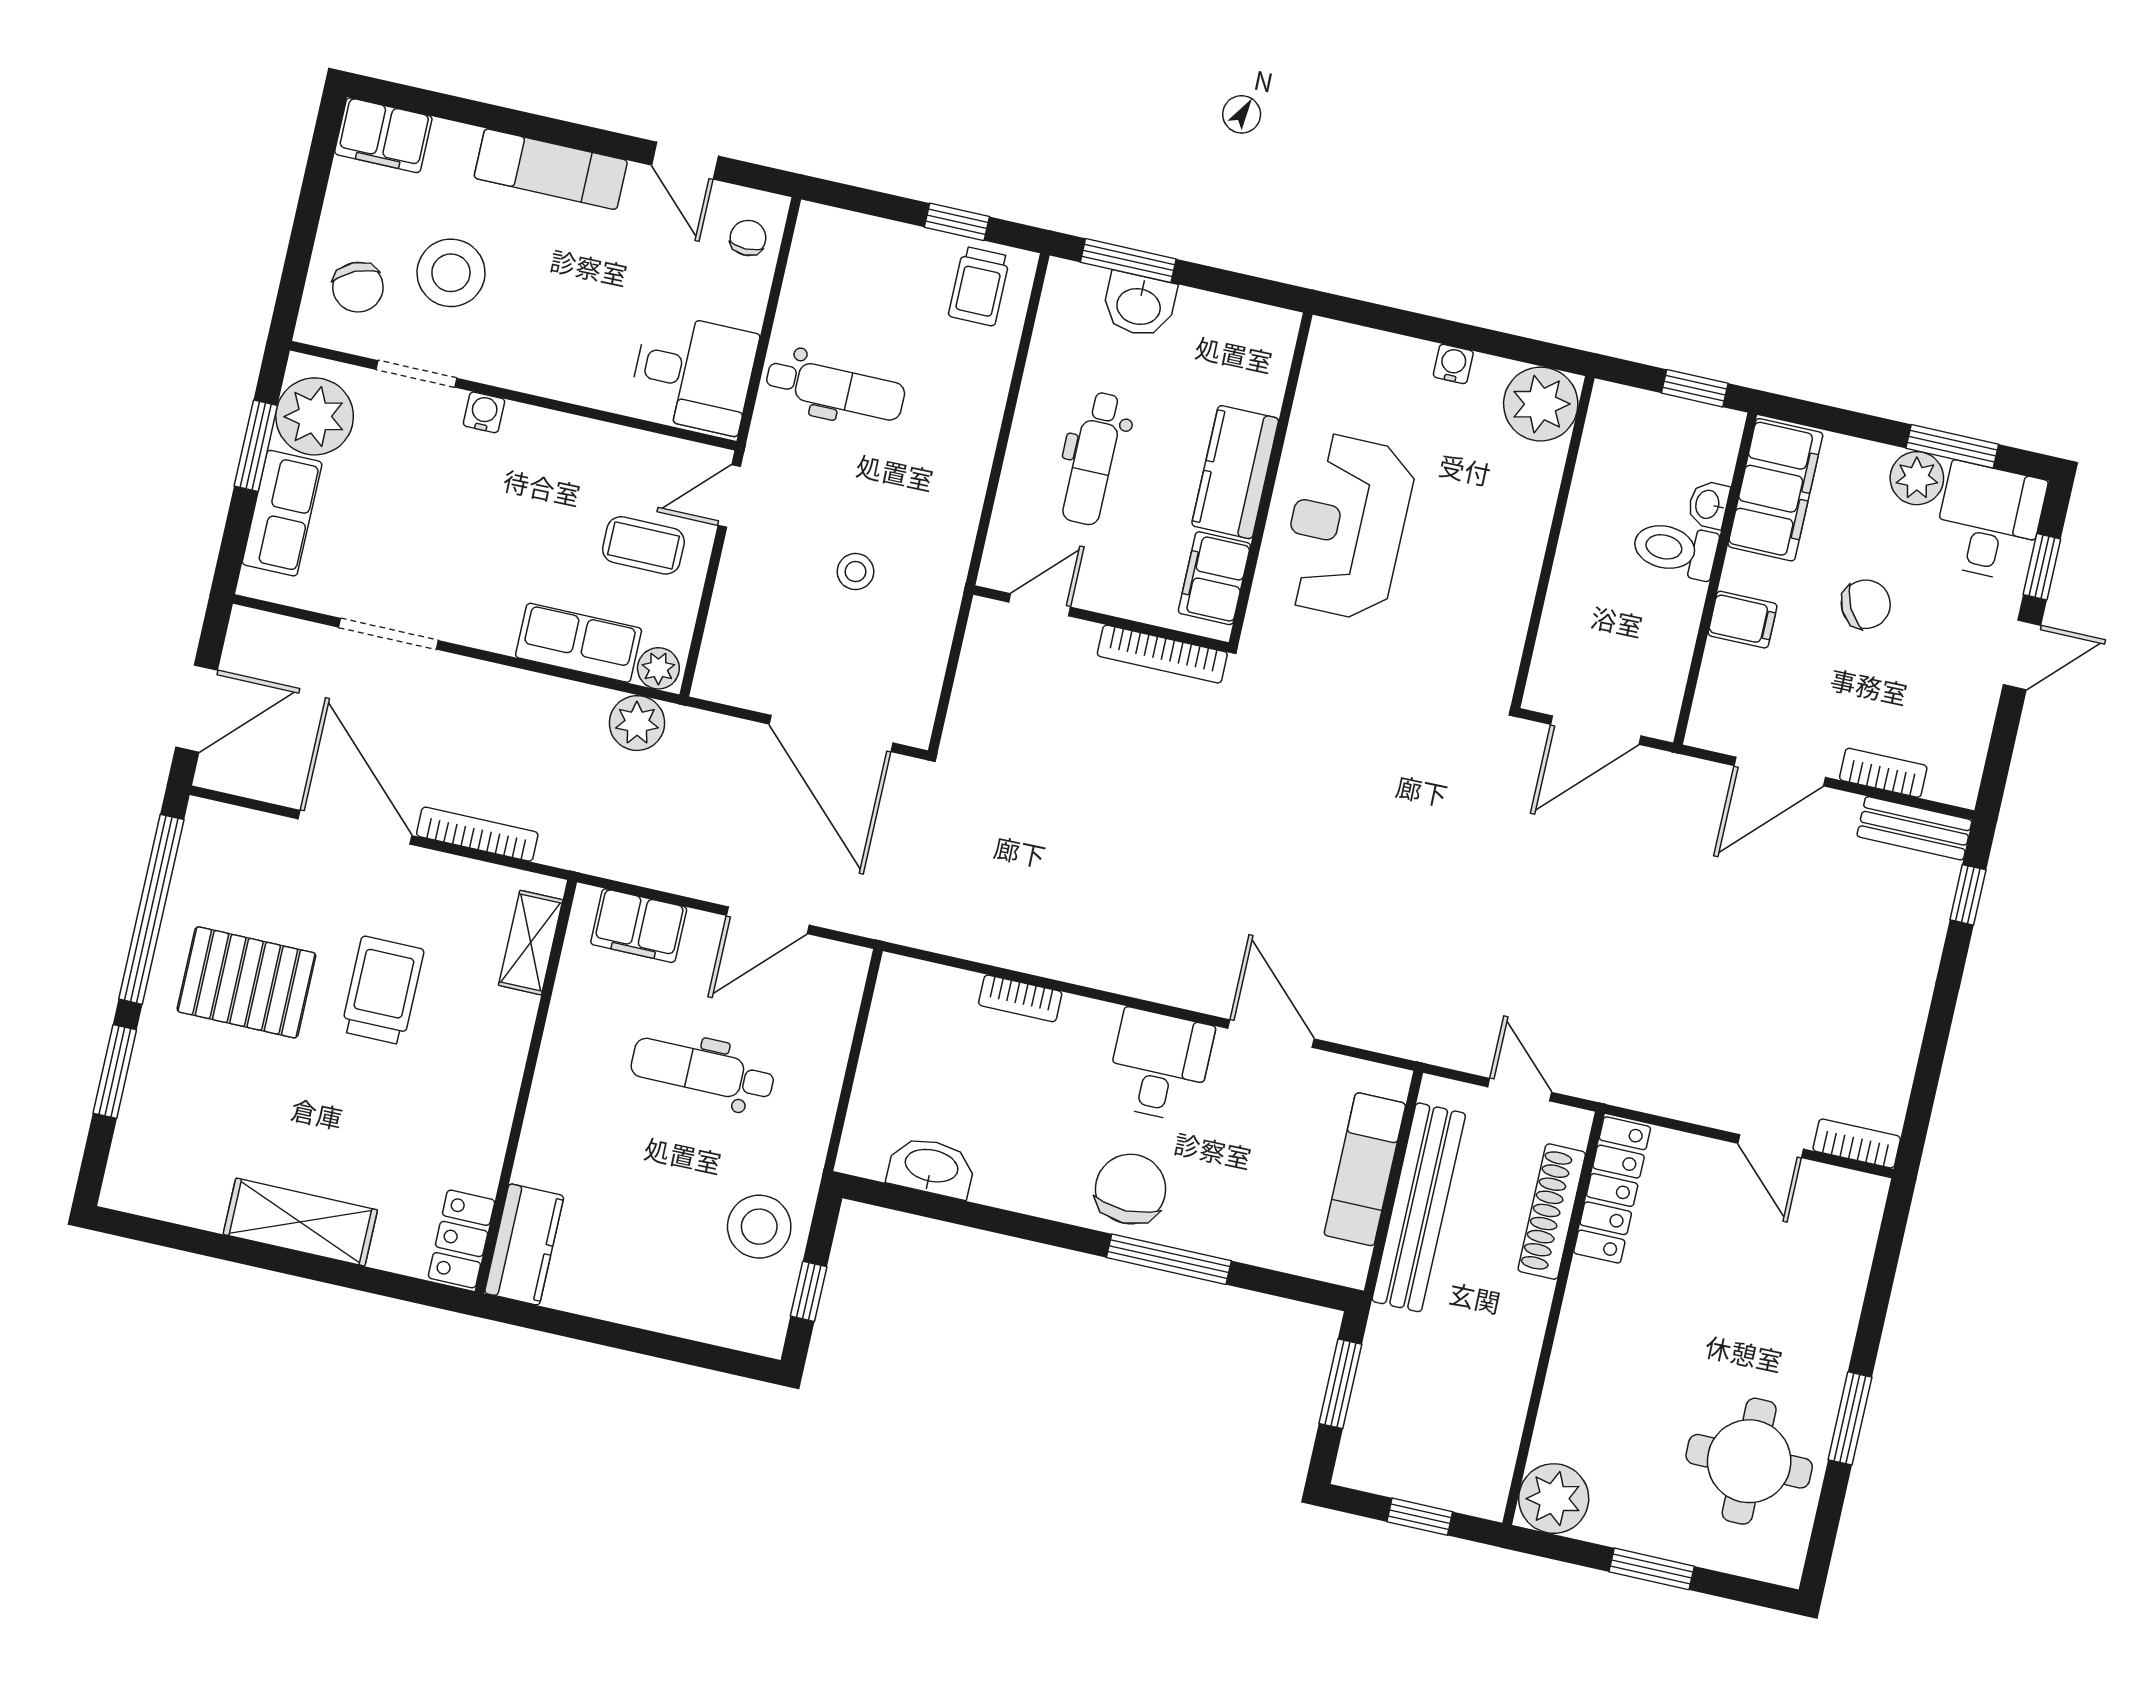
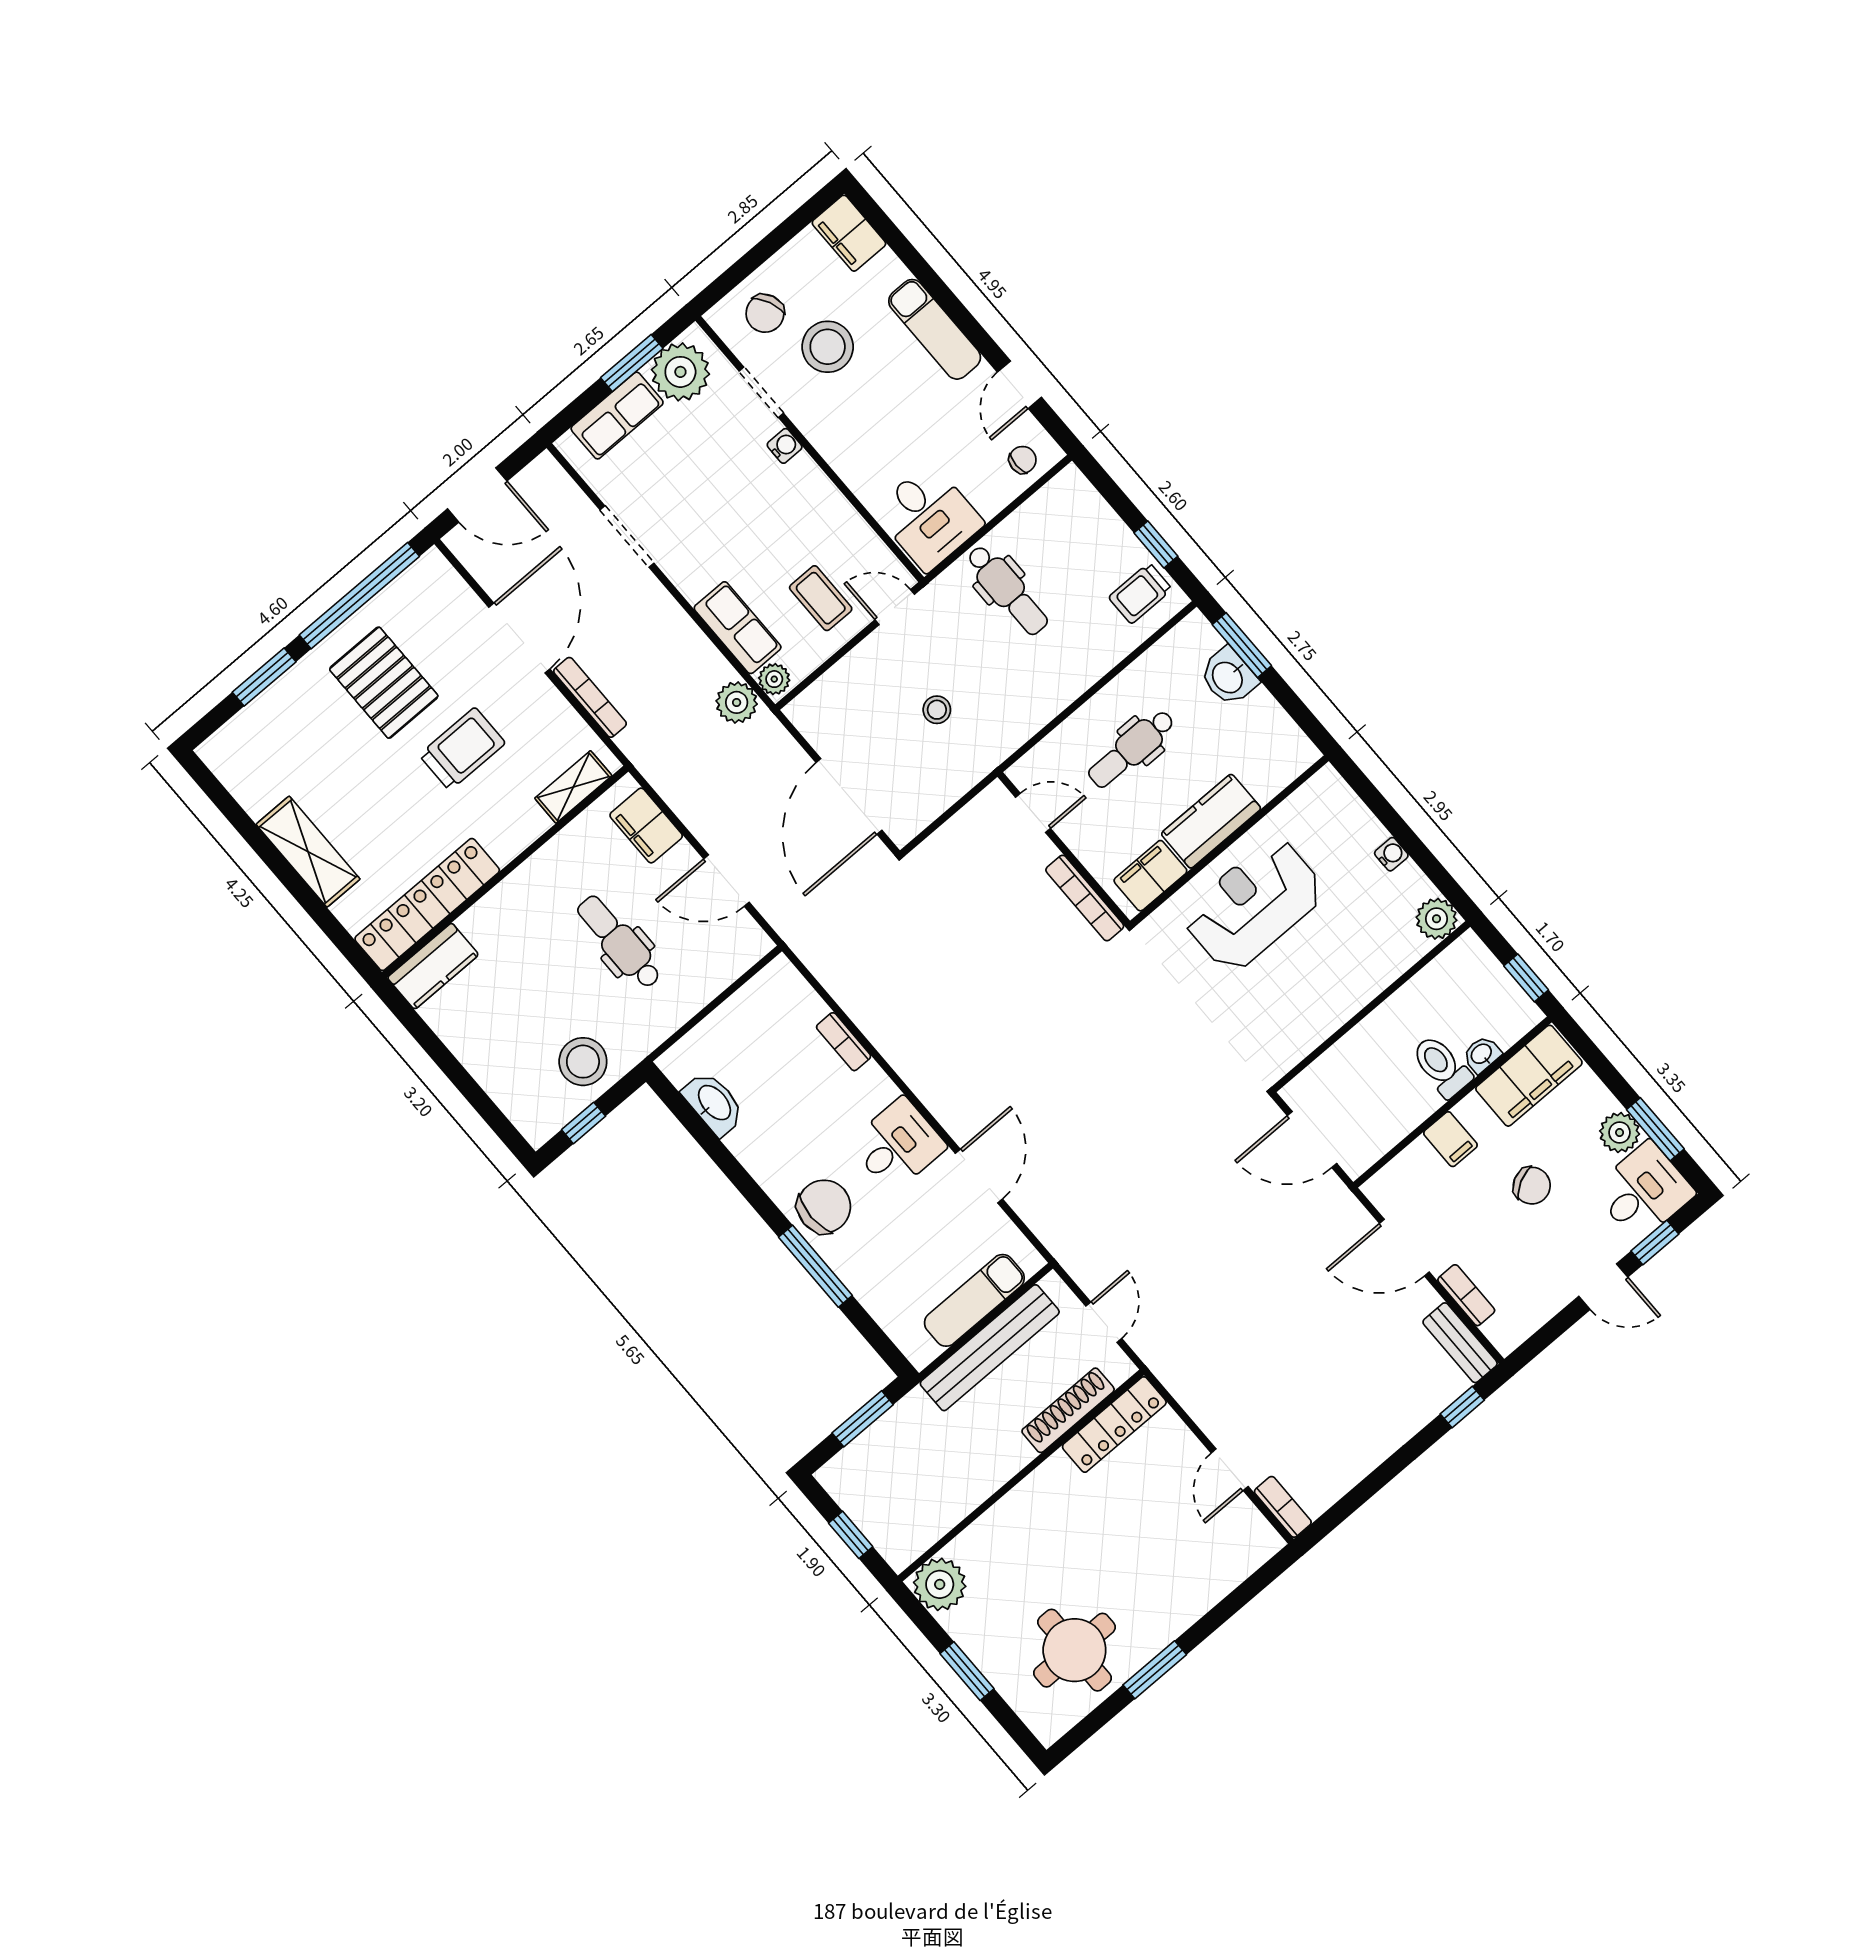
plant: (1541, 404) -> (1436, 919), width x0.73, depth x0.73
locker: (462, 1239) -> (427, 904), width x2.16, depth x1.21

